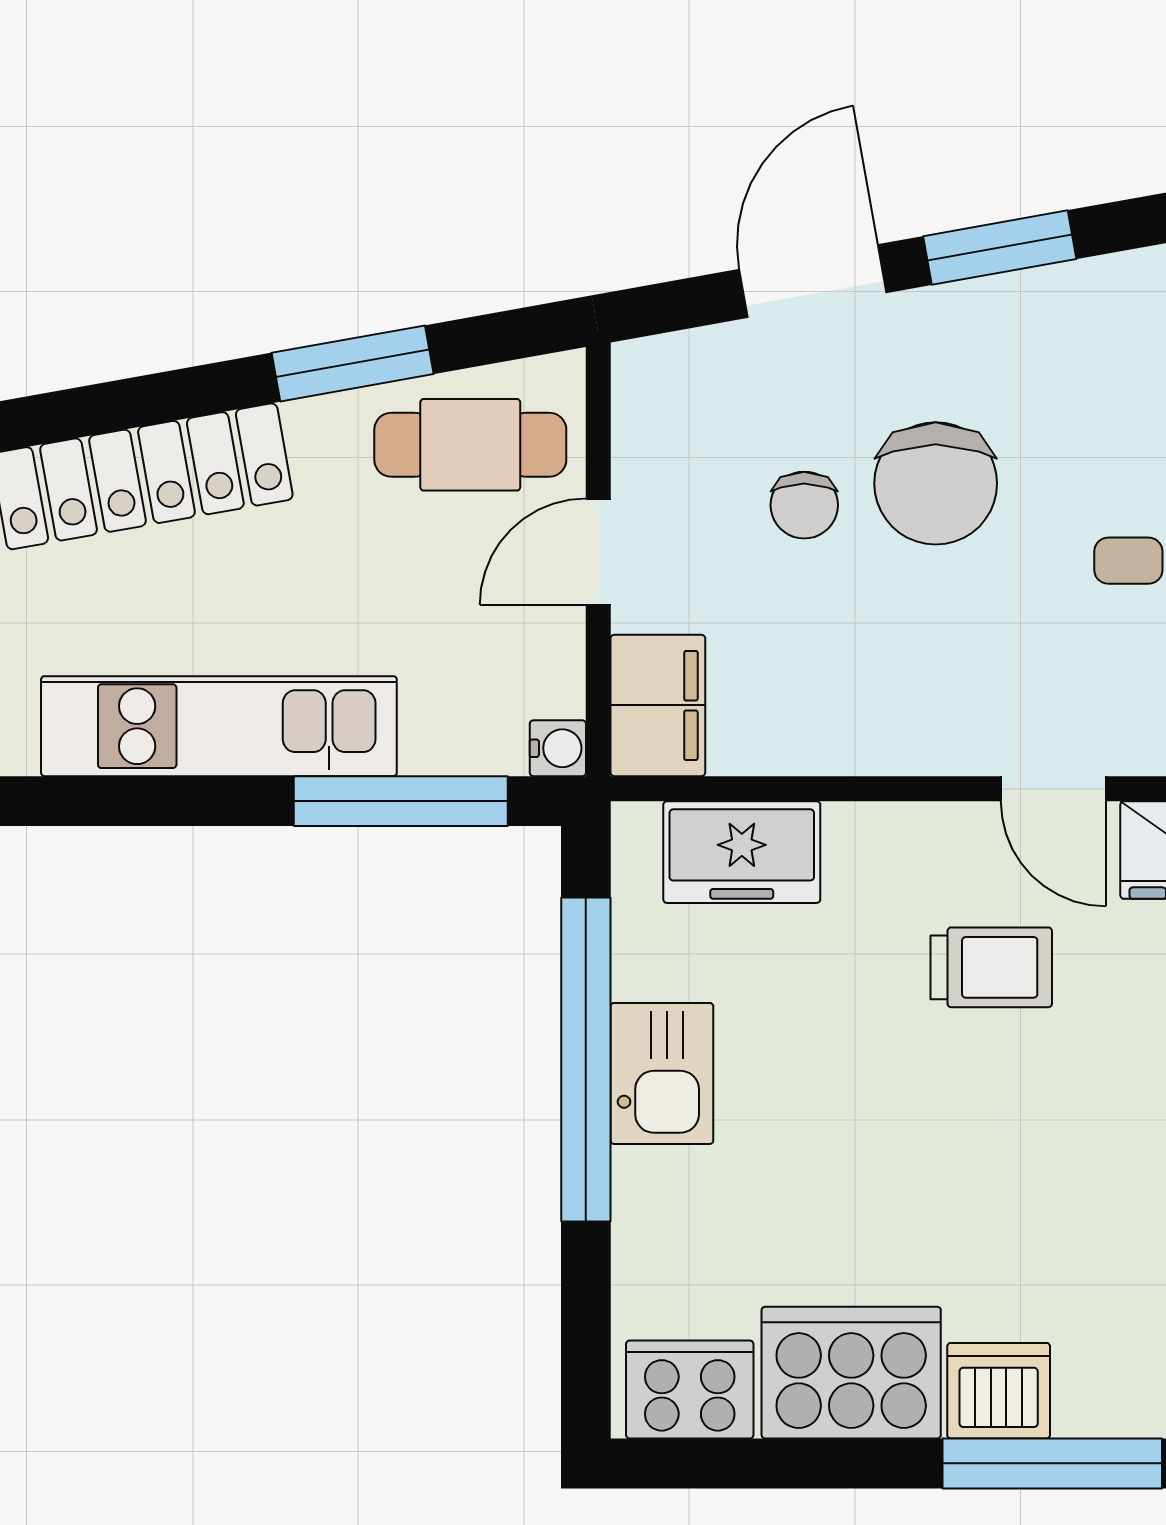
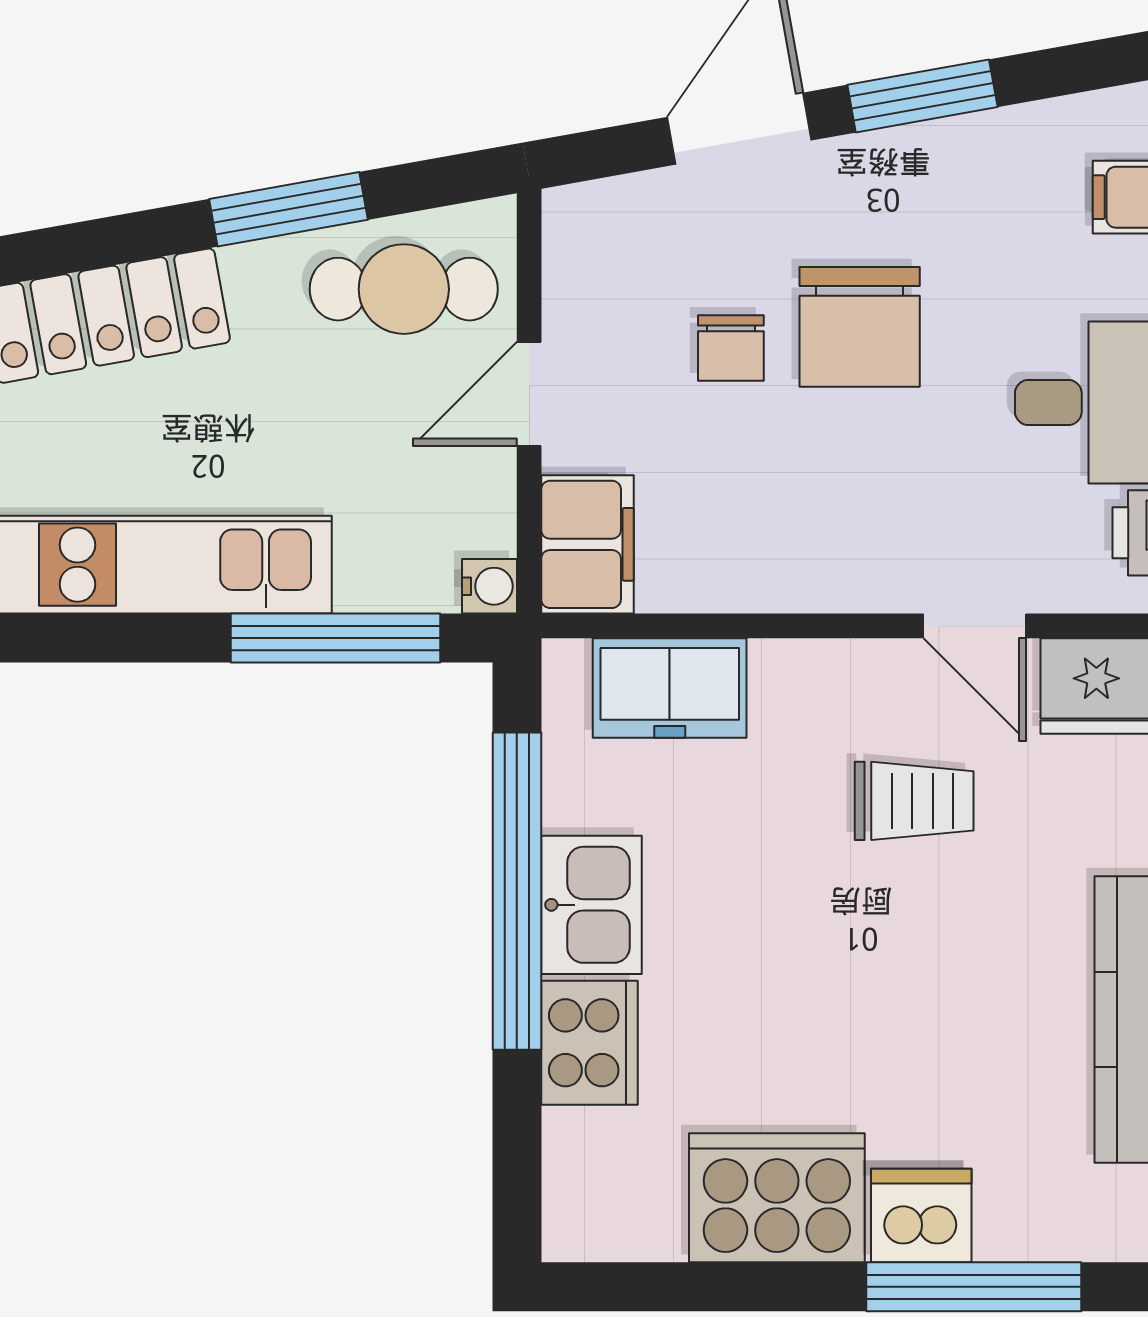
cooker: (690, 1390) -> (589, 1043), moved, turned 90

